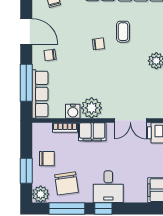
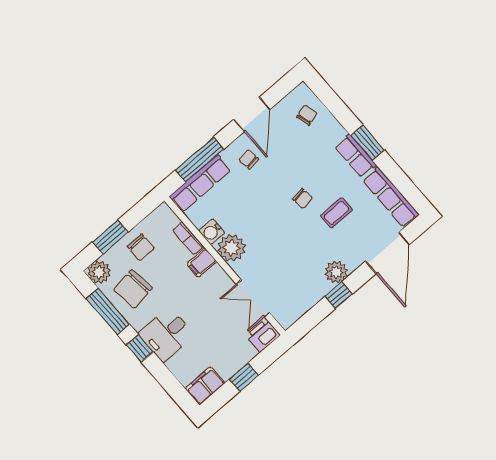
filing cabinet: (92, 132) -> (202, 263), width x0.50

